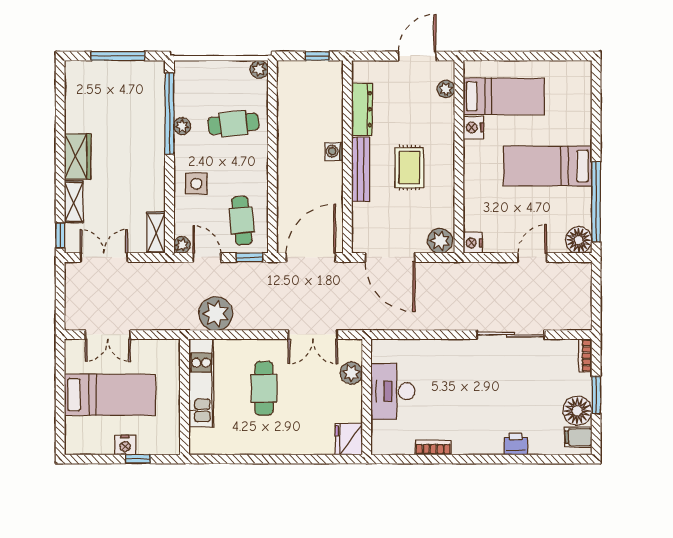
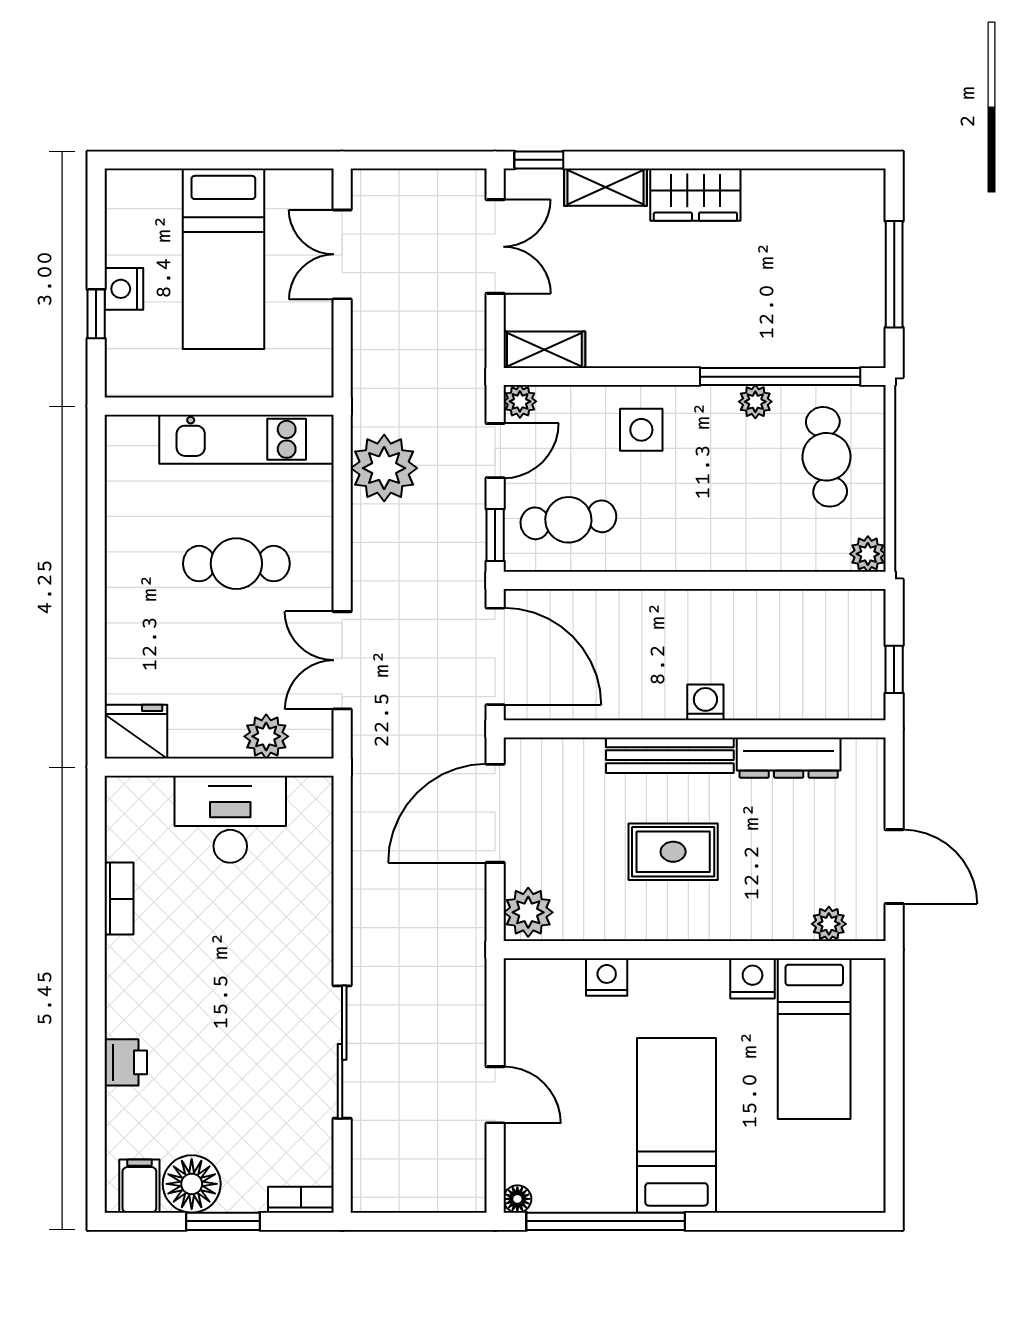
cafe table: (233, 124) -> (826, 457), moved
floor lamp: (579, 240) -> (517, 1199), width x0.53, depth x0.53
nightstand: (473, 243) -> (607, 977), moved

